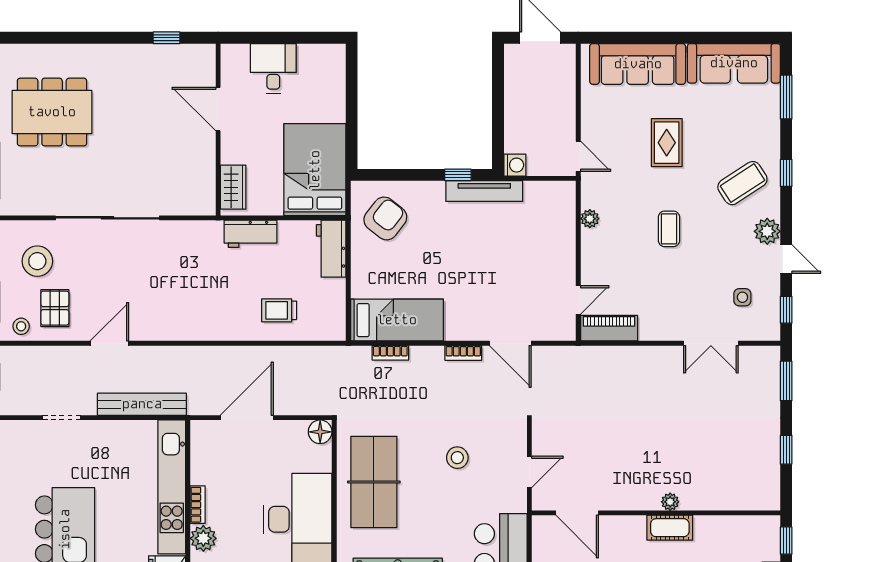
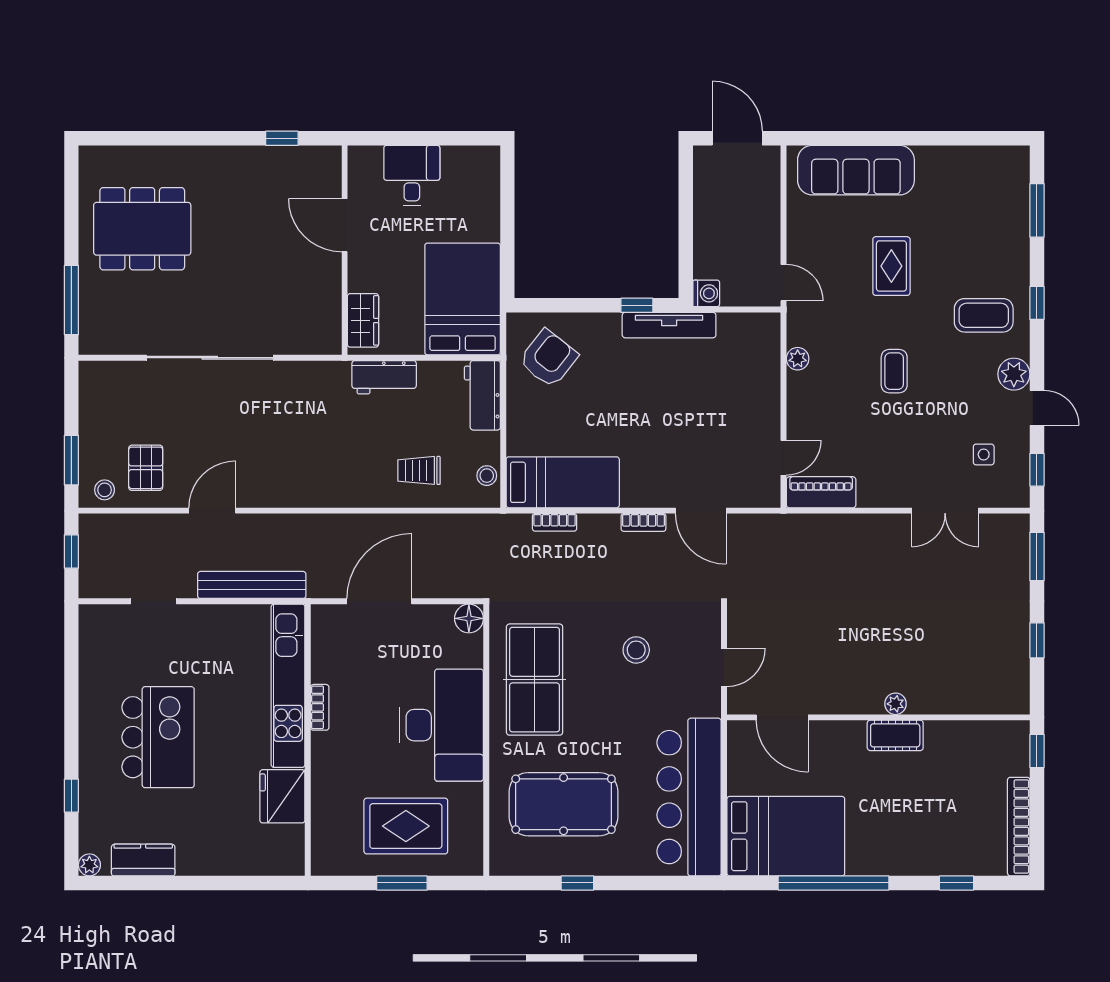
sofa: (734, 63) -> (973, 169), removed
coffee table: (742, 183) -> (984, 315), turned 33
stool: (37, 261) -> (487, 476), moved, width x0.53, depth x0.53
plant: (203, 538) -> (327, 748), removed

